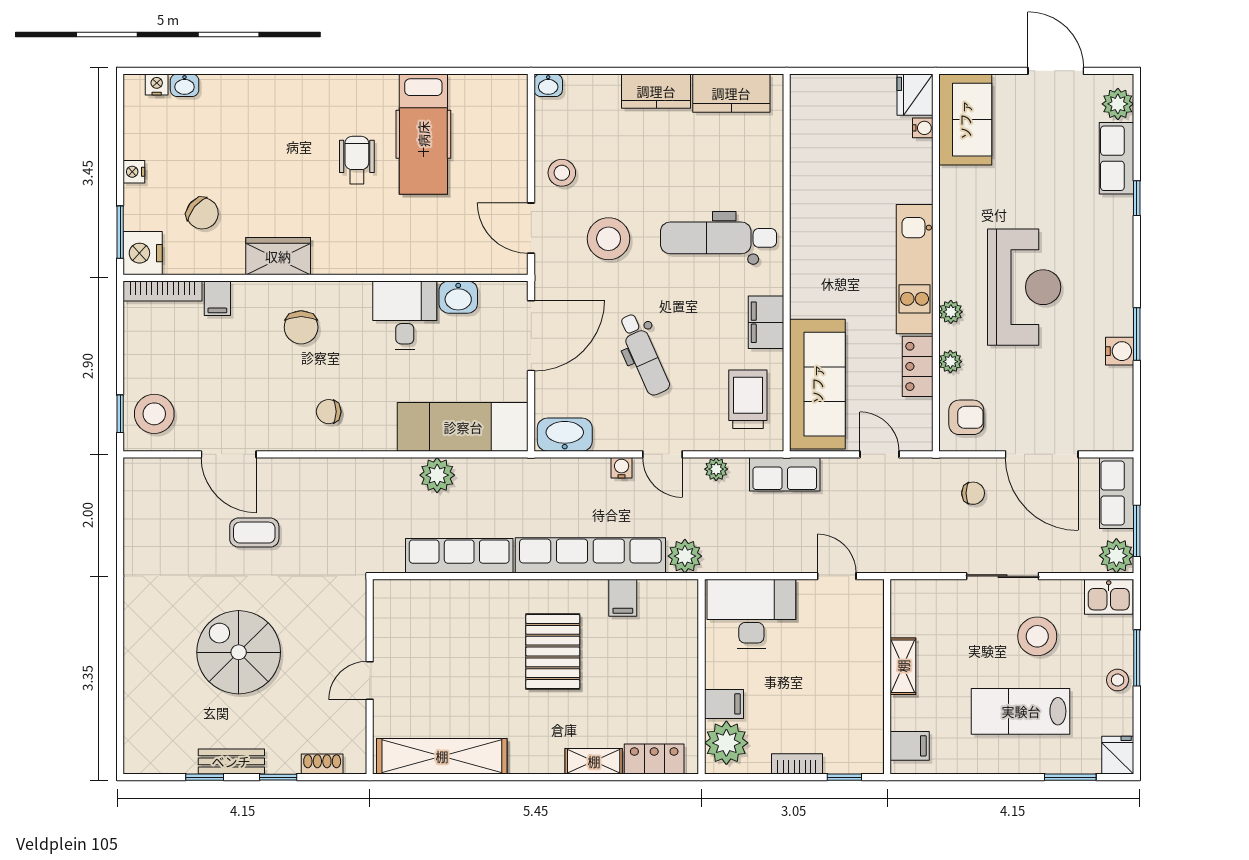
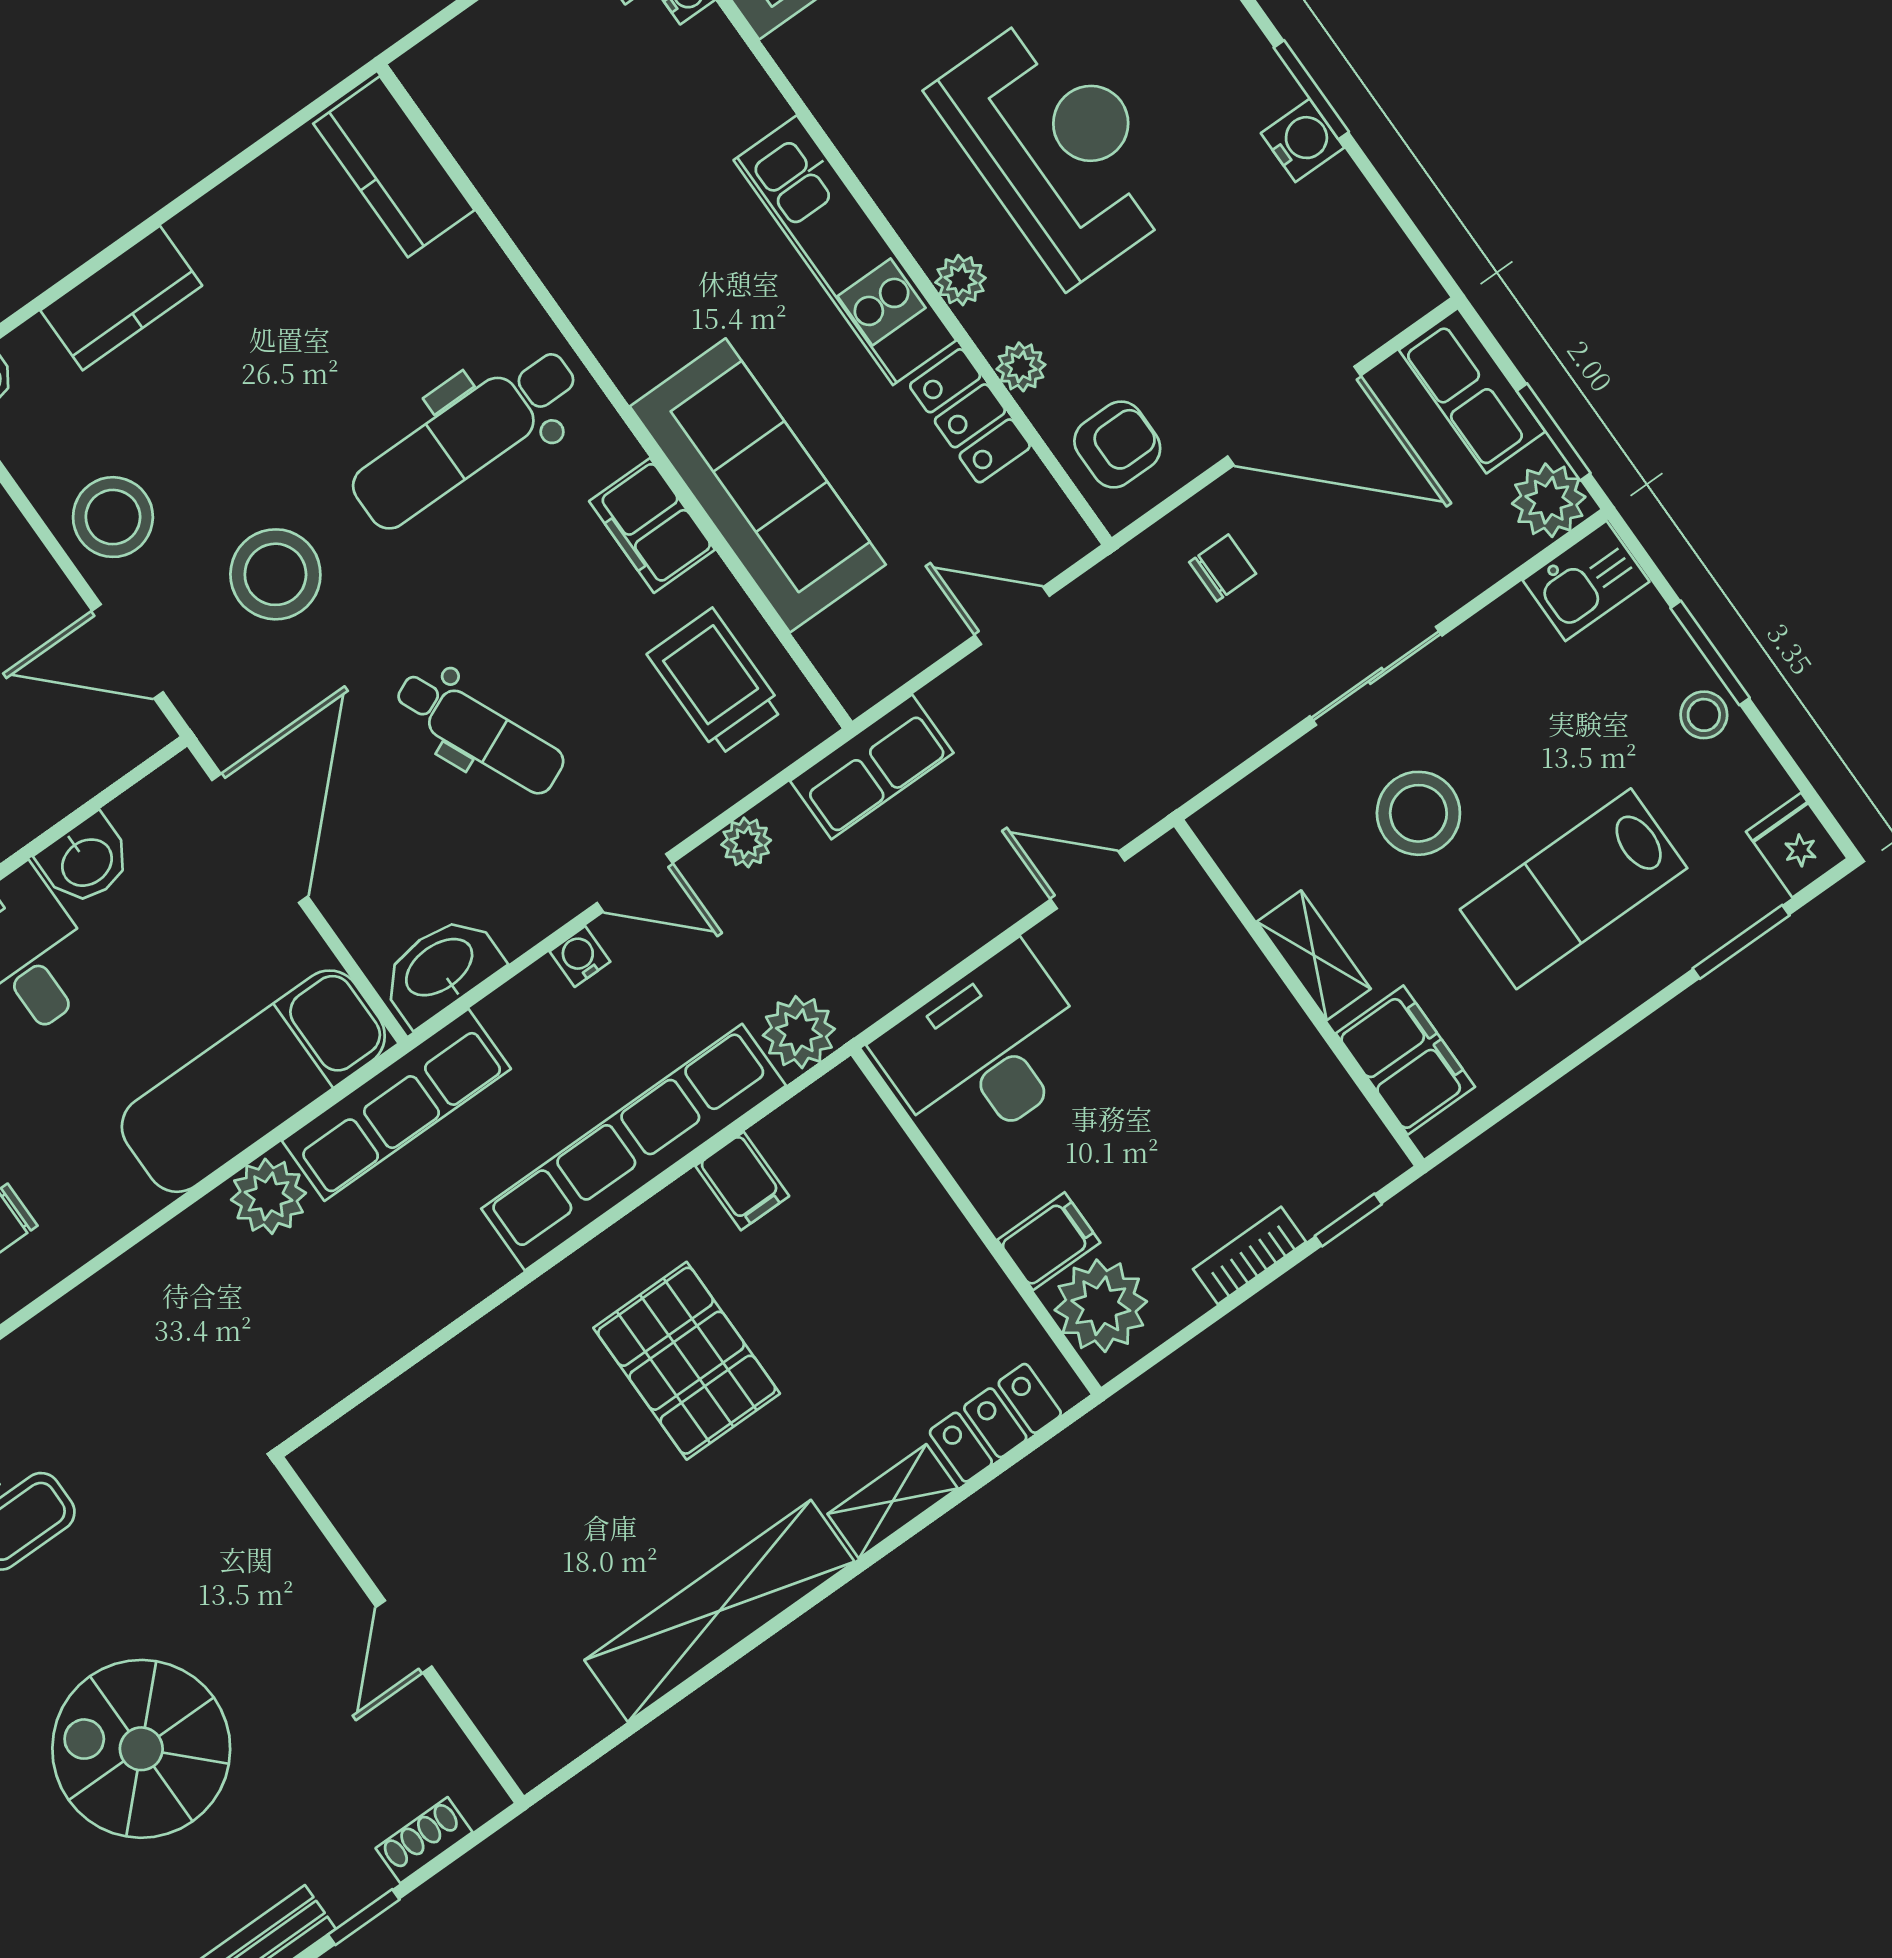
kitchen counter: (656, 91) -> (121, 298), moved
kitchen counter: (731, 93) -> (394, 167), moved, turned 90
stool: (562, 173) -> (113, 517), width x1.38, depth x1.38
sofa: (817, 384) -> (758, 485), moved
row of seats: (459, 556) -> (396, 1105), moved, turned 180
stool: (1037, 636) -> (1418, 813), moved
filing cabinet: (910, 746) -> (1405, 1060), width x2.00
shelving: (442, 756) -> (719, 1611), moved

